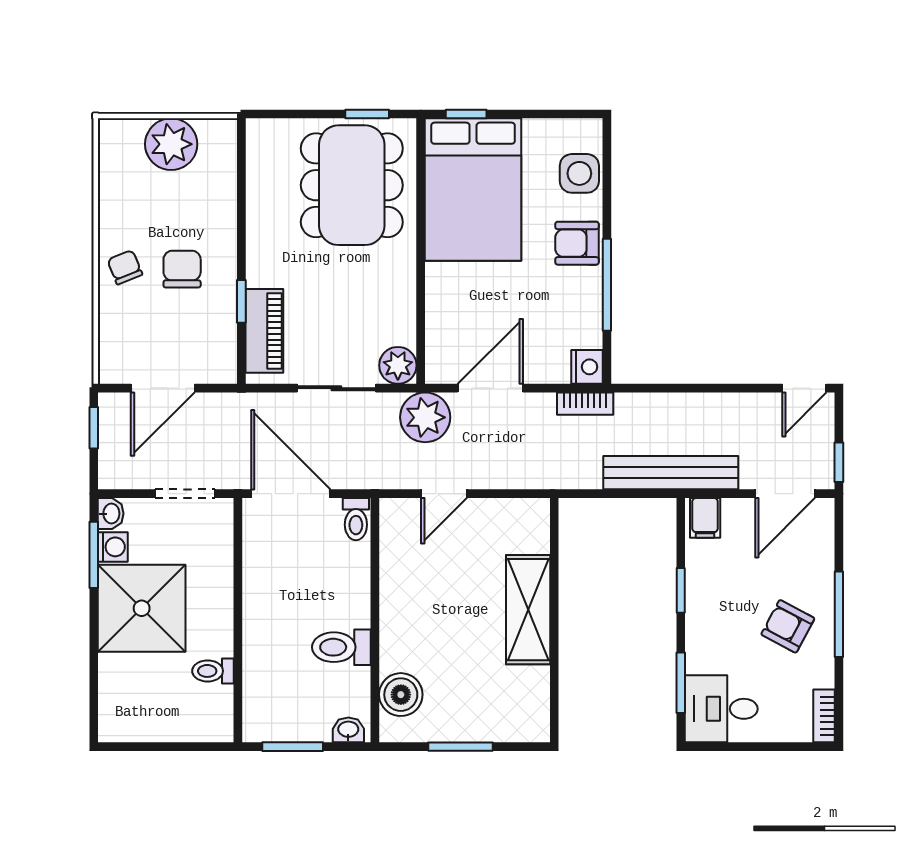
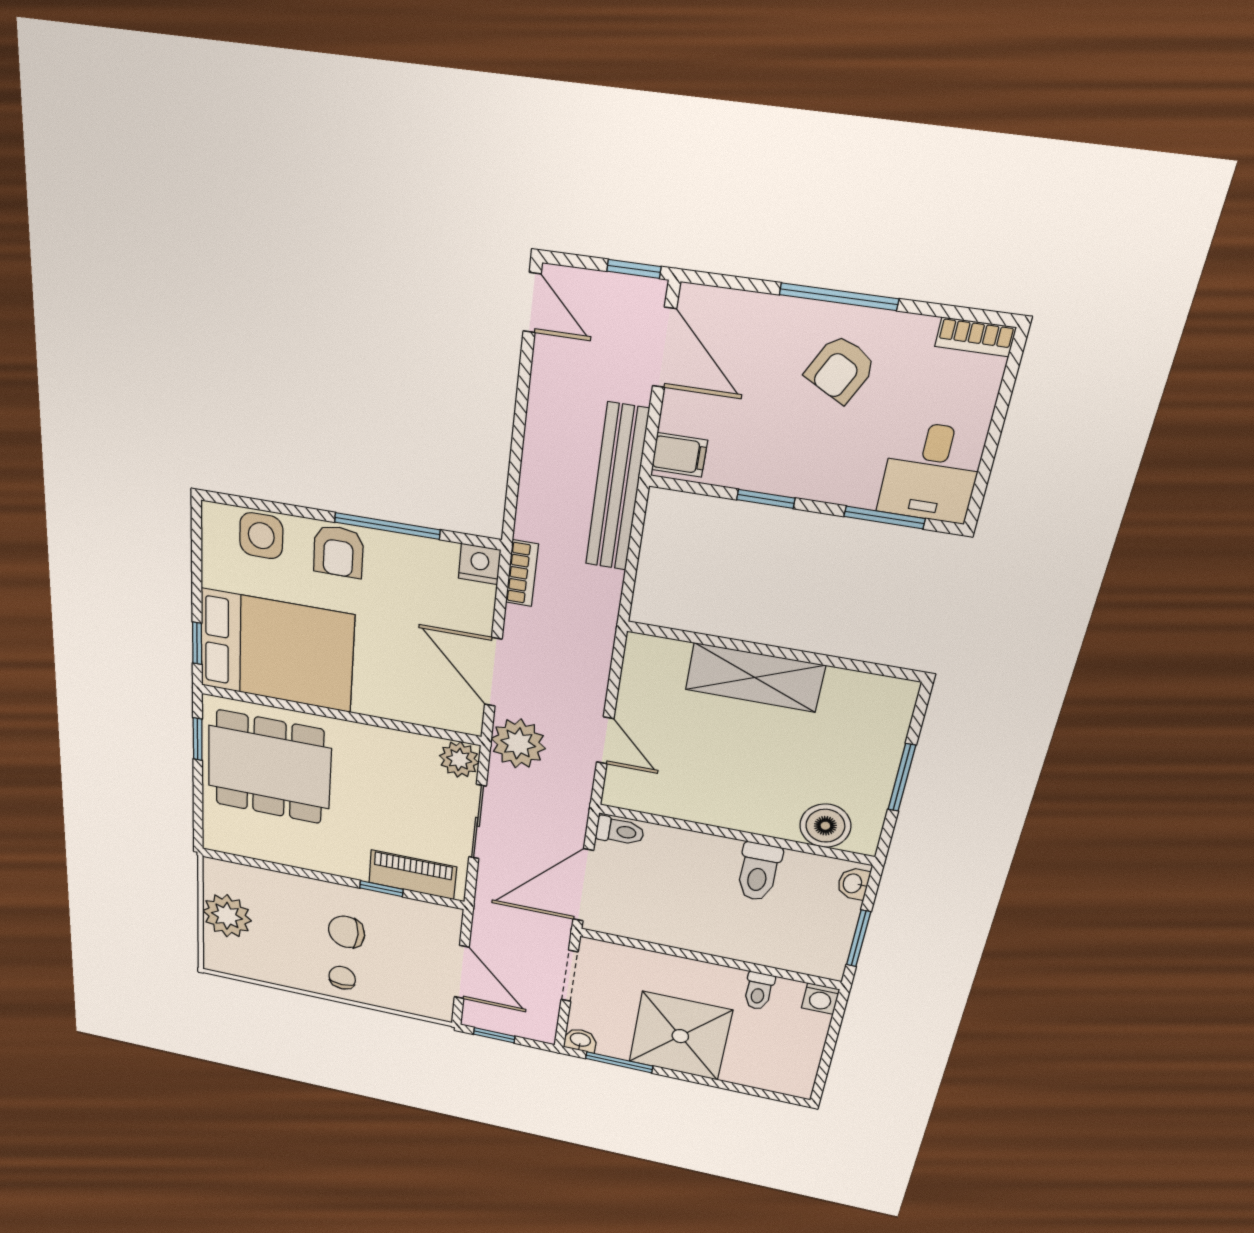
chair: (125, 267) -> (342, 978), turned 112
washing machine: (113, 547) -> (821, 999), moved, turned 180

